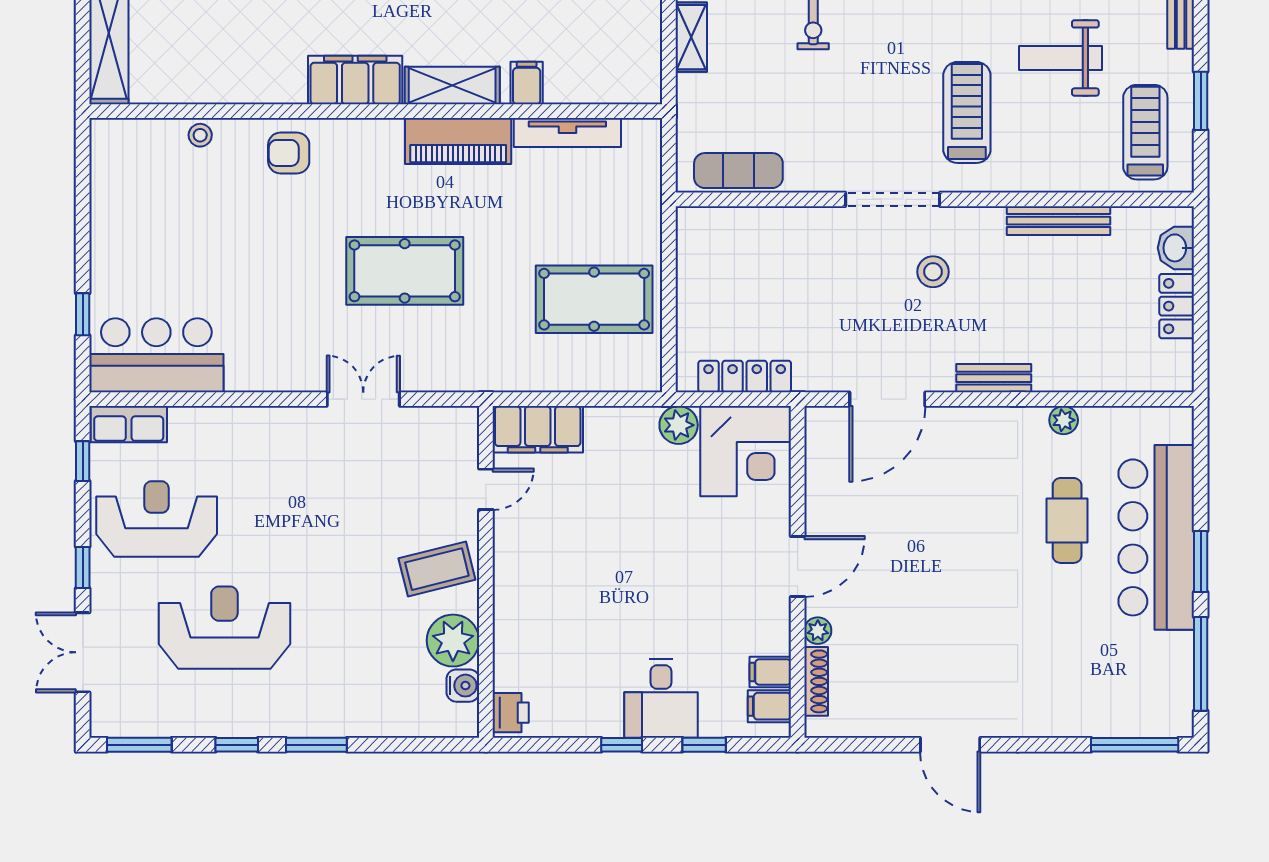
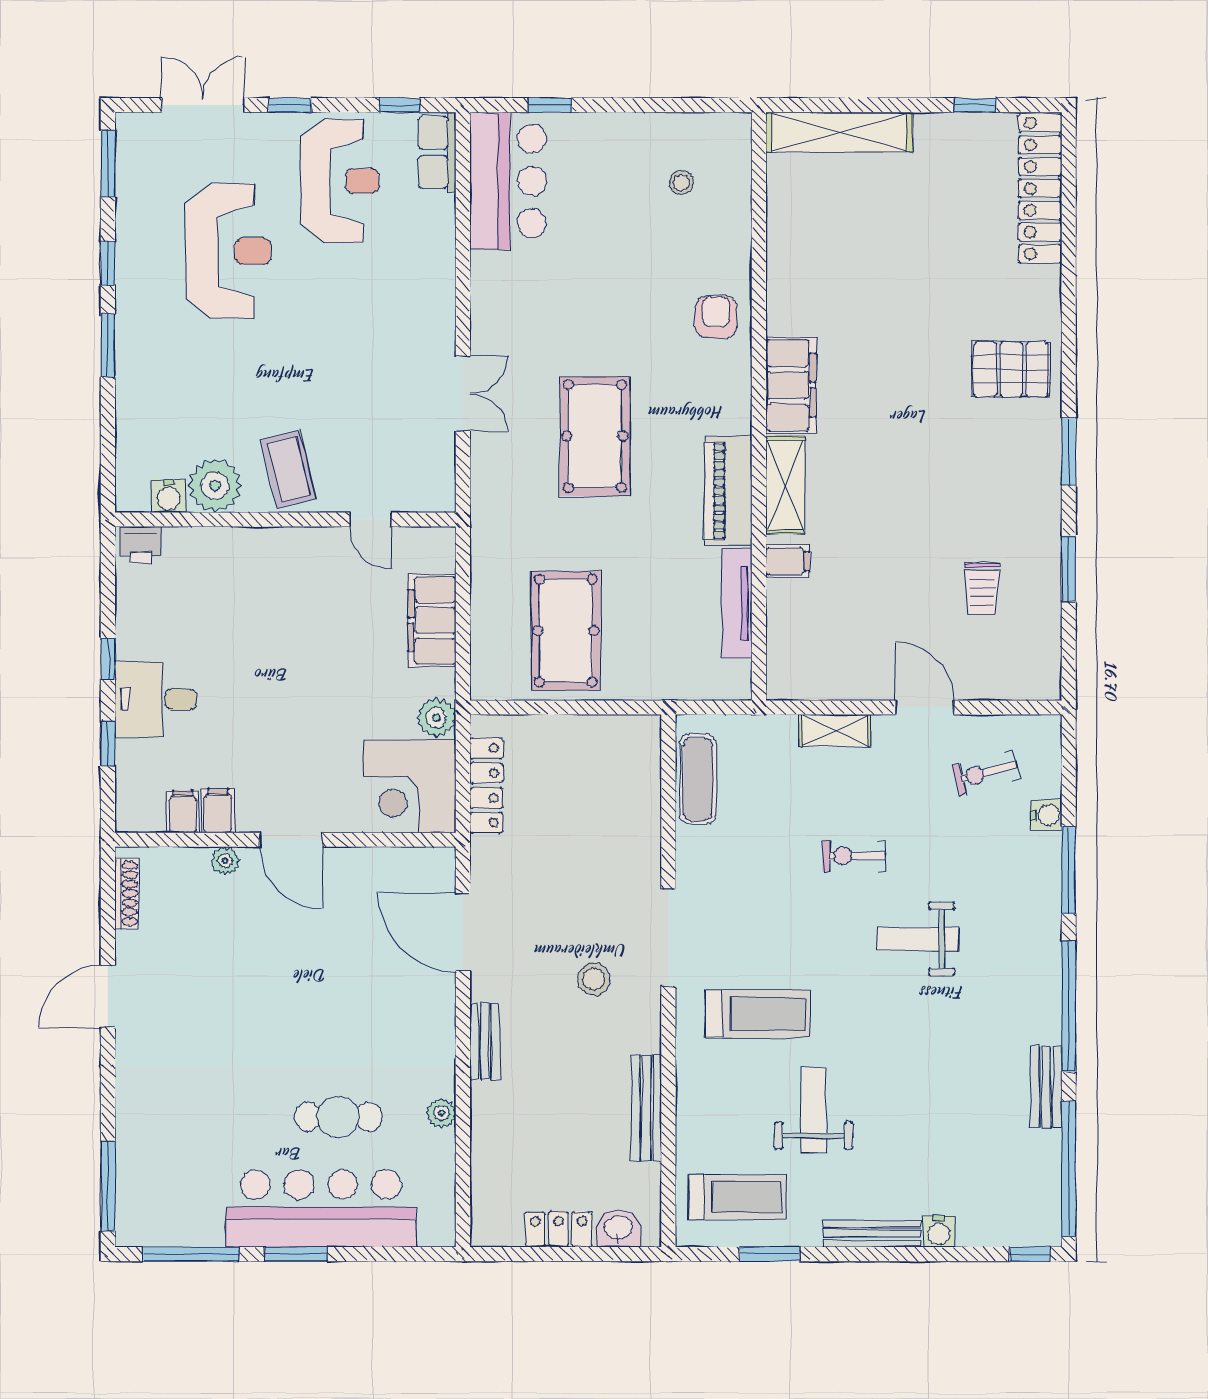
stool: (200, 135) -> (681, 182), moved
filing cabinet: (538, 429) -> (432, 620), moved
shoe rack: (816, 681) -> (127, 893), moved, turned -90
filing cabinet: (769, 706) -> (218, 811), moved

